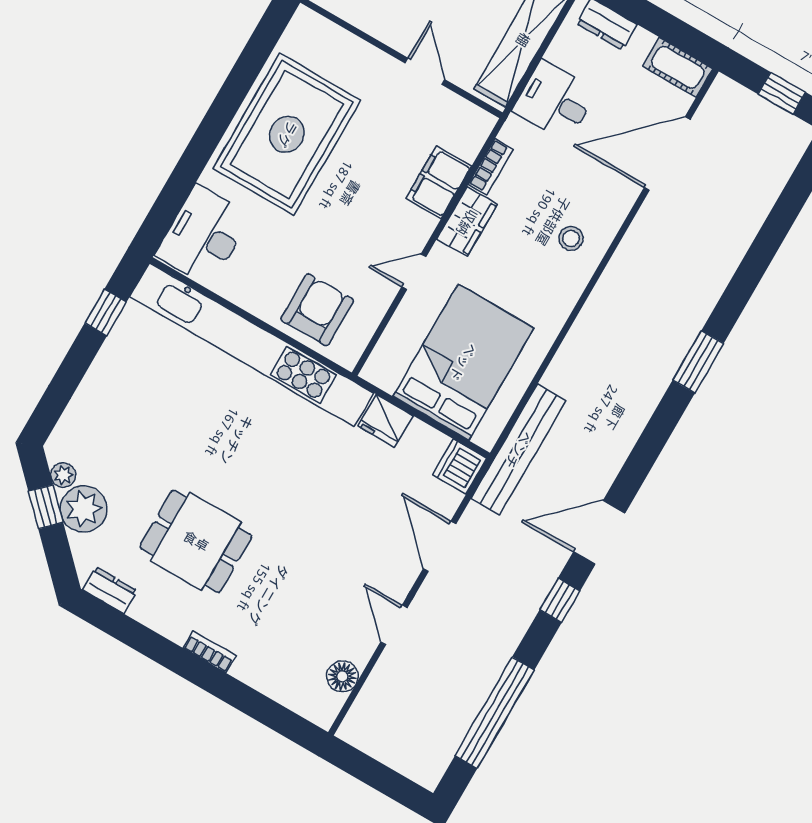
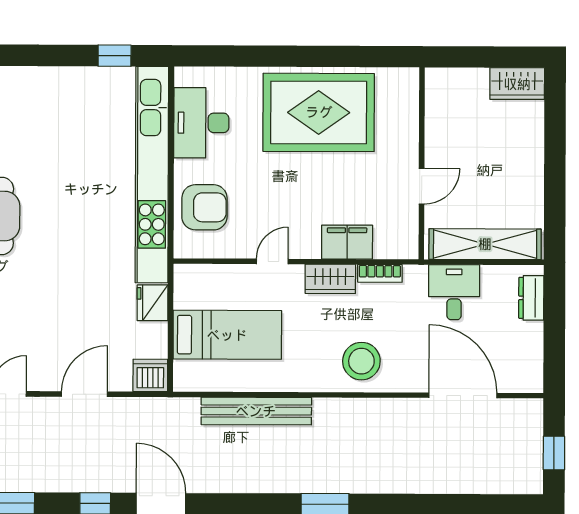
cot: (678, 67) -> (529, 367), removed
desk: (203, 235) -> (201, 123), moved, turned -90
stool: (571, 238) -> (361, 361), width x1.89, depth x1.89
door: (414, 272) -> (272, 261), hinge flipped
bed: (463, 362) -> (227, 335), width x0.67
bench: (518, 450) -> (256, 411), moved

